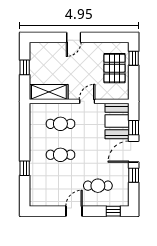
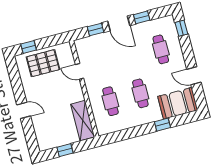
door: (87, 101) -> (80, 71), moved
booth: (117, 121) -> (178, 103), moved
door: (74, 211) -> (194, 76), moved

